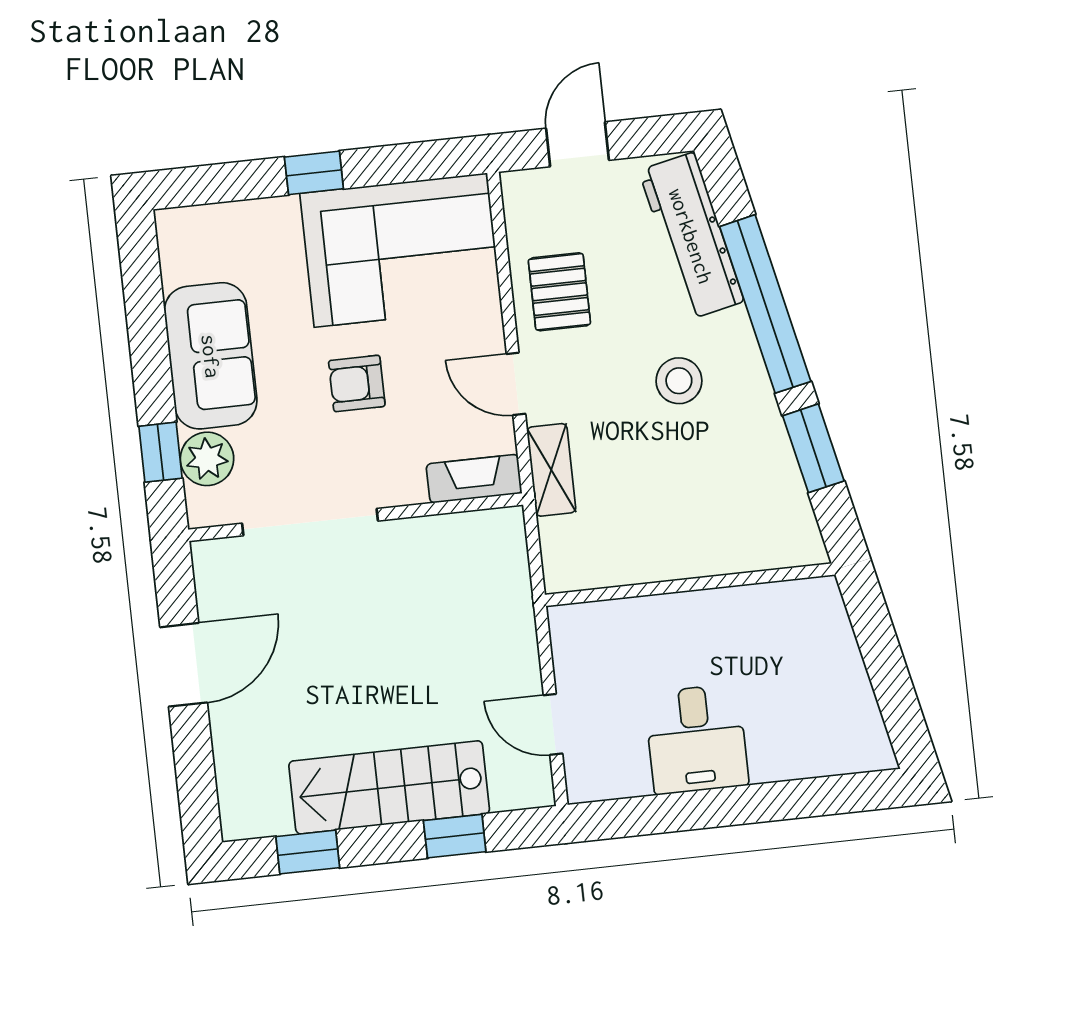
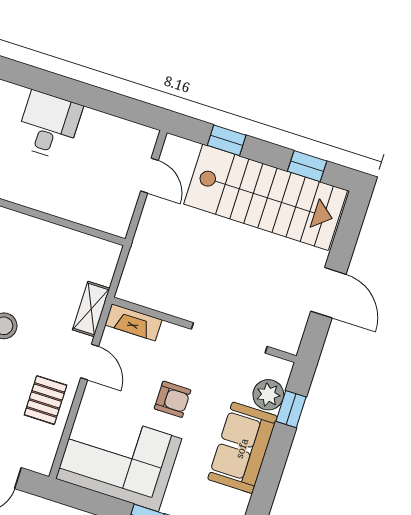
door: (184, 665) -> (328, 293), swing flipped
desk: (696, 739) -> (49, 125), moved
stairs: (389, 787) -> (266, 197), width x1.36, depth x1.51

